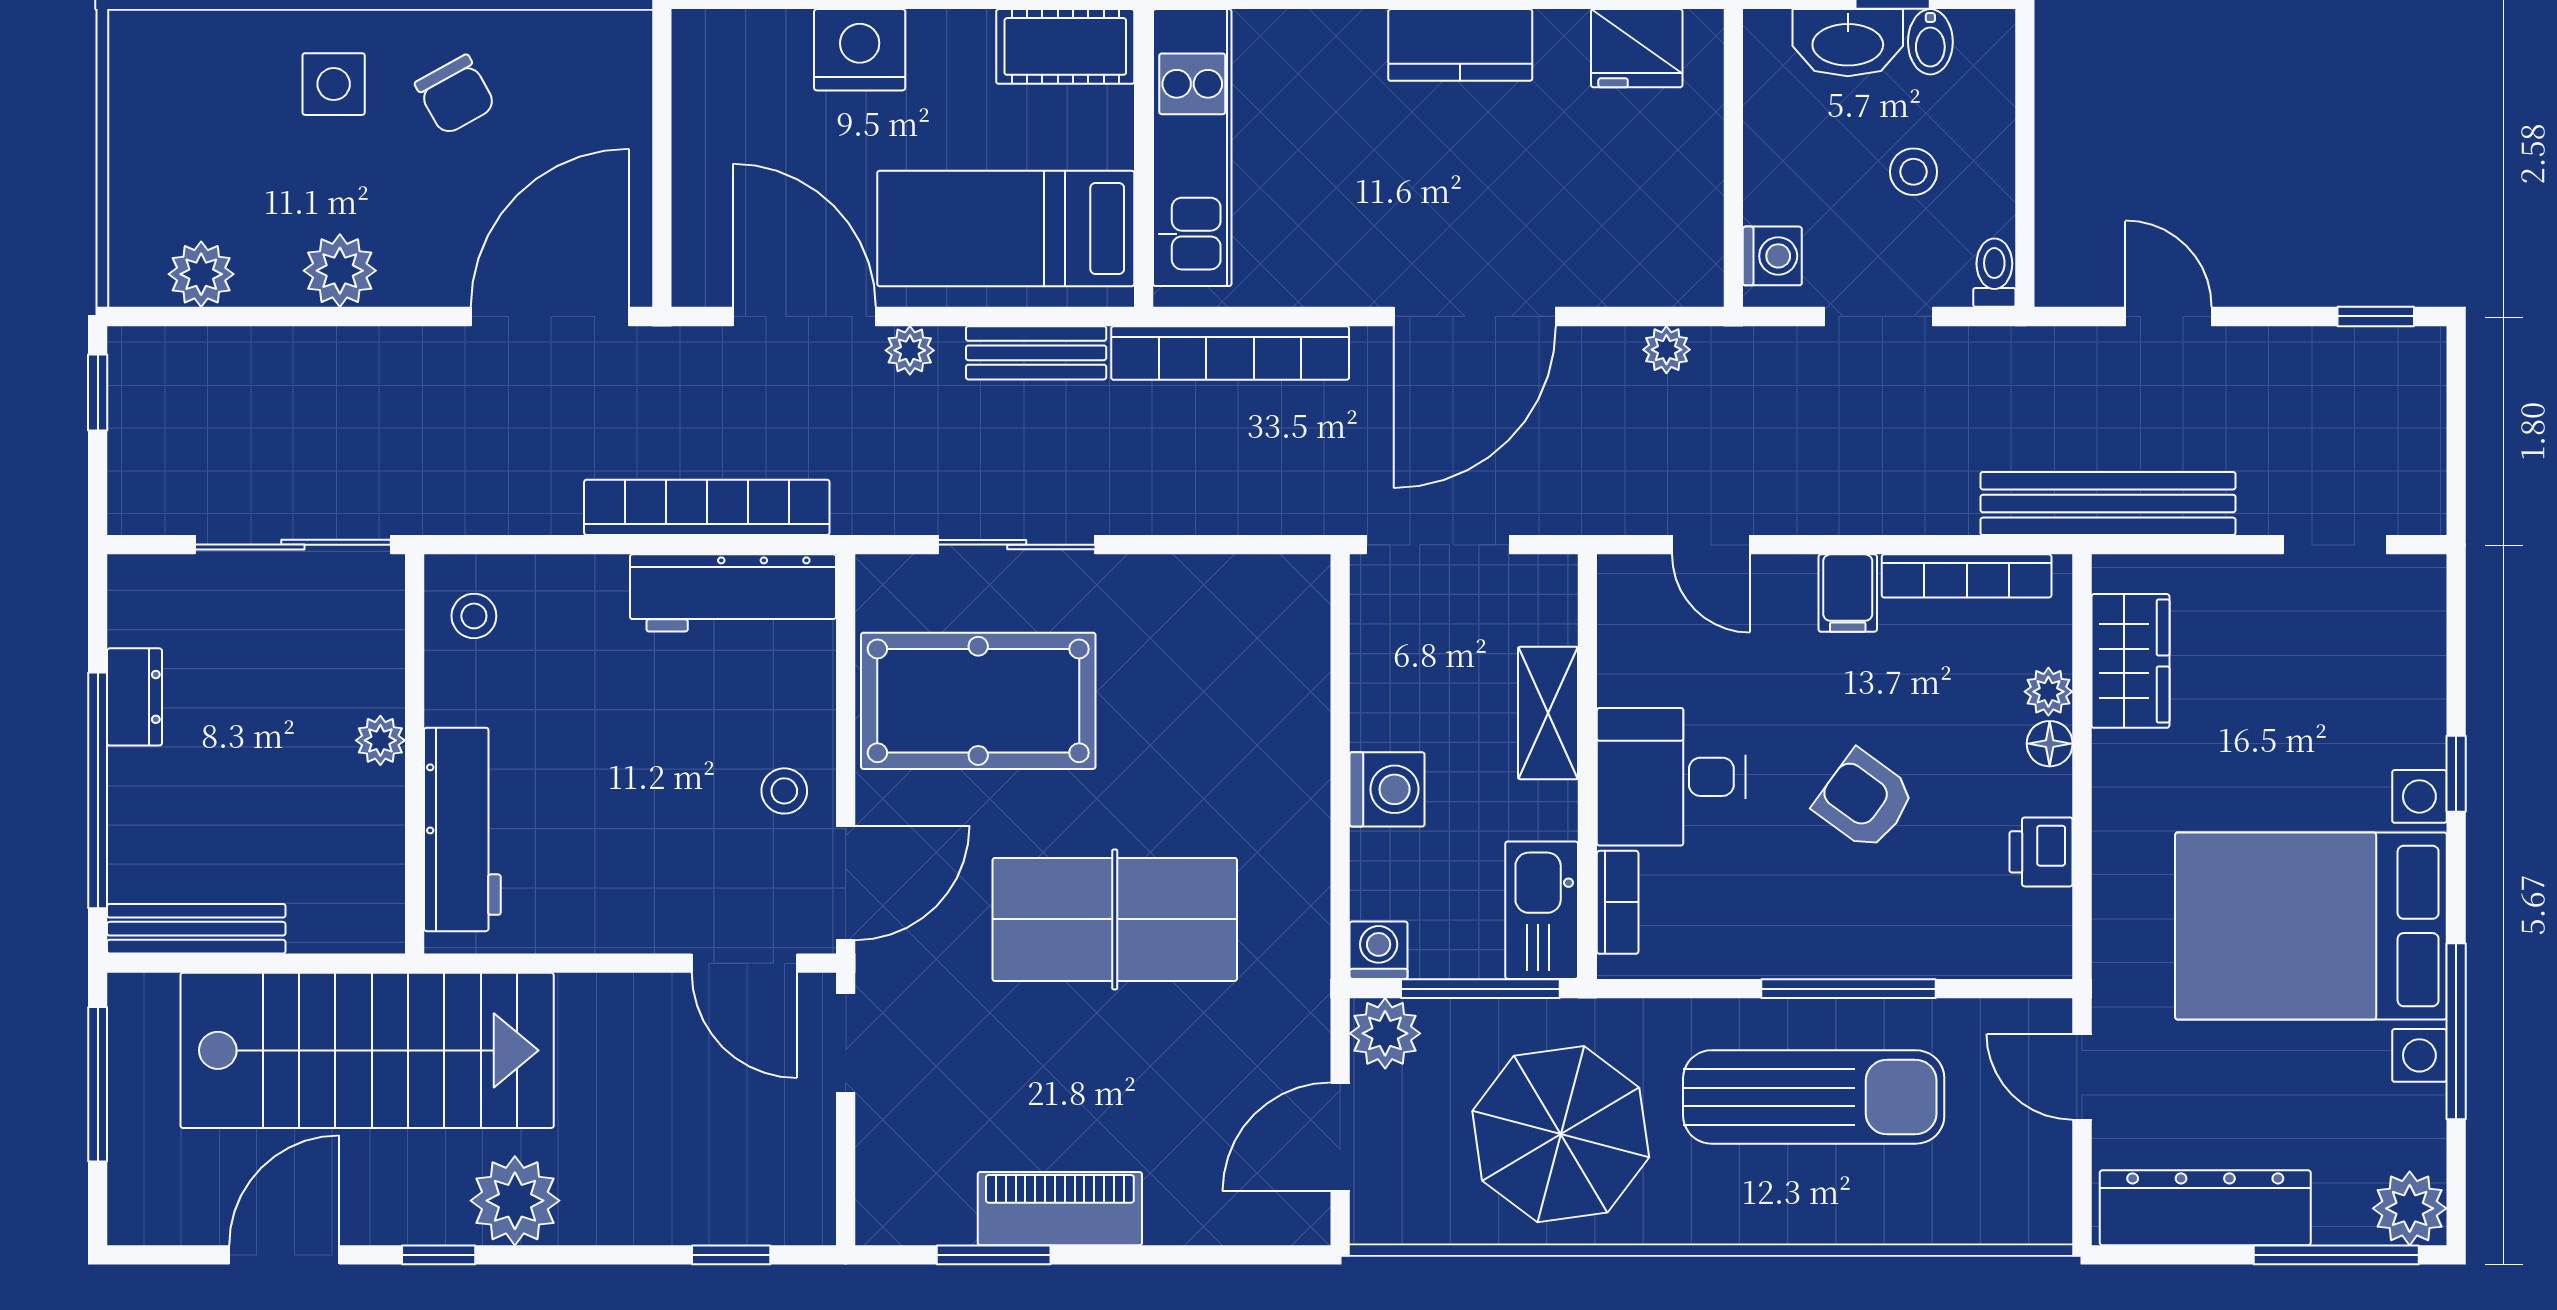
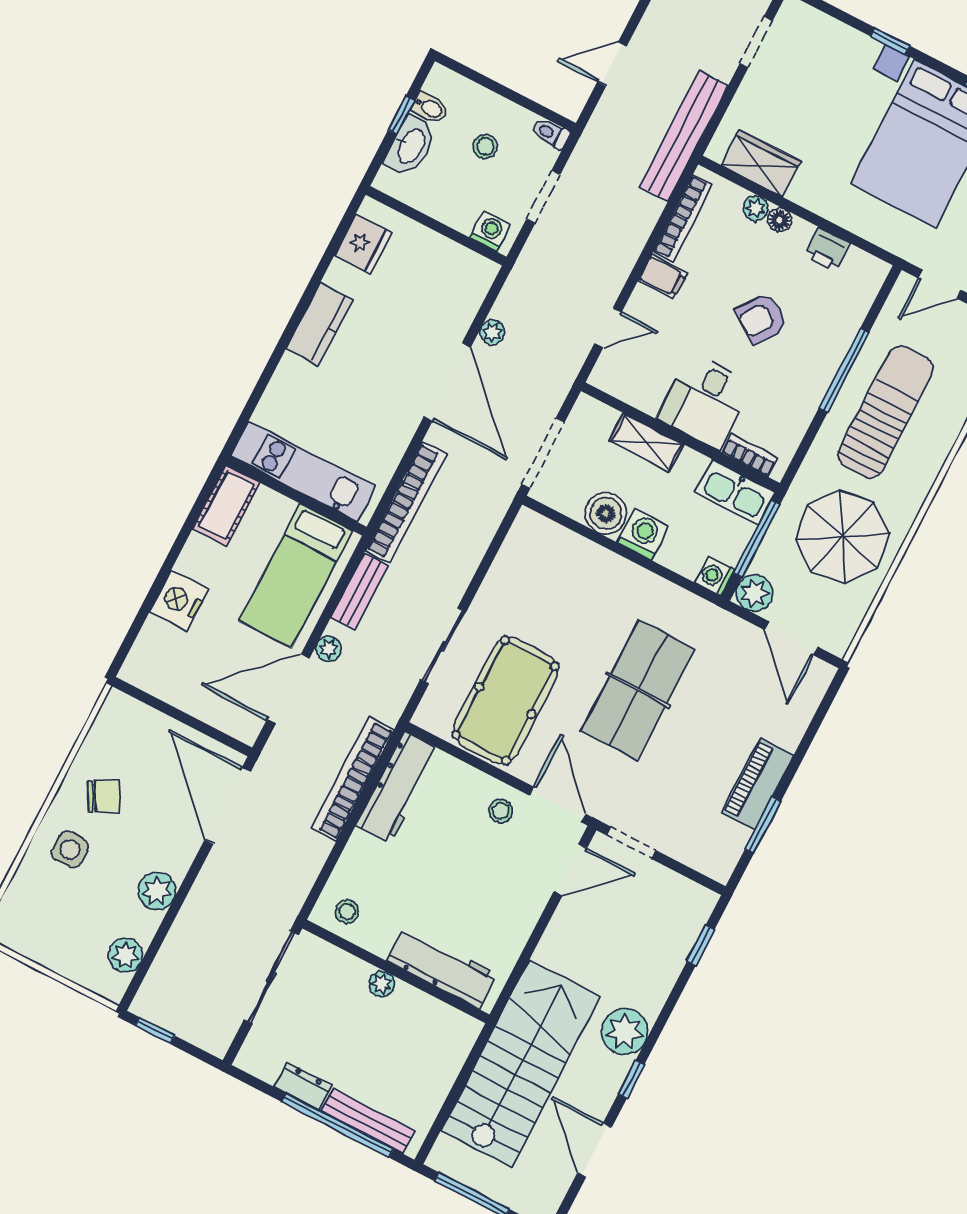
plant: (1666, 350) -> (492, 332), moved
boiler: (1390, 707) -> (606, 513), added
bench: (196, 929) -> (368, 1121), moved, turned 90

